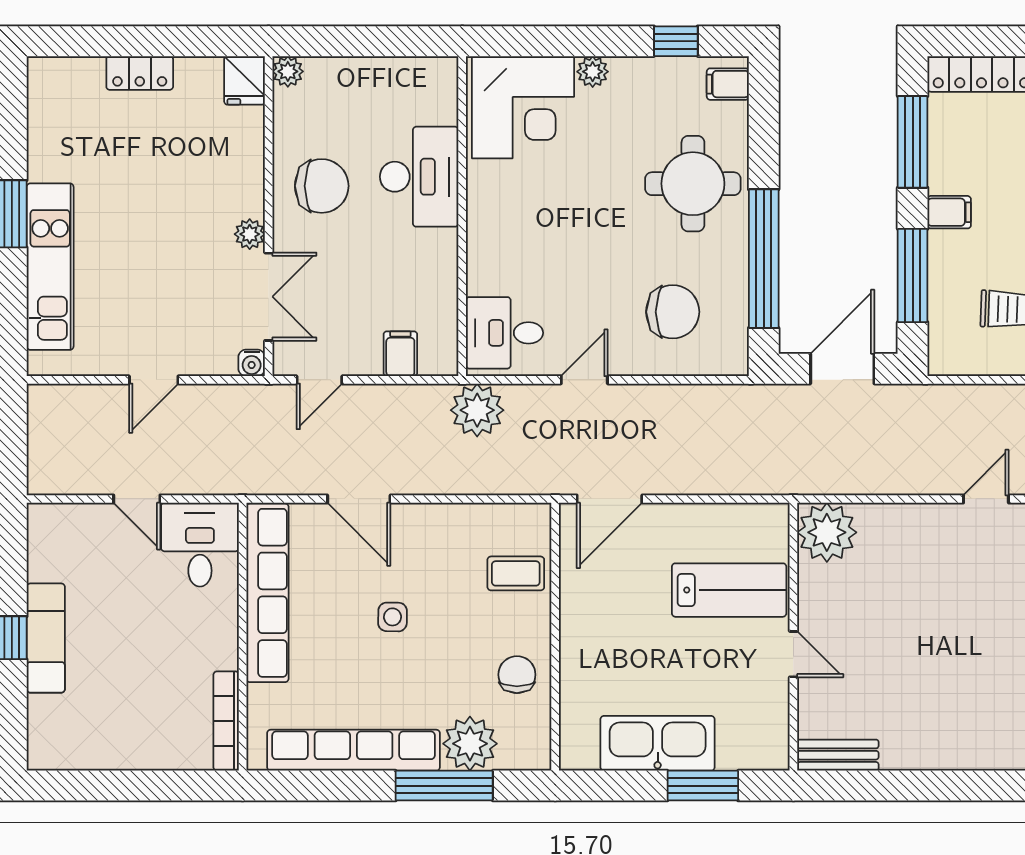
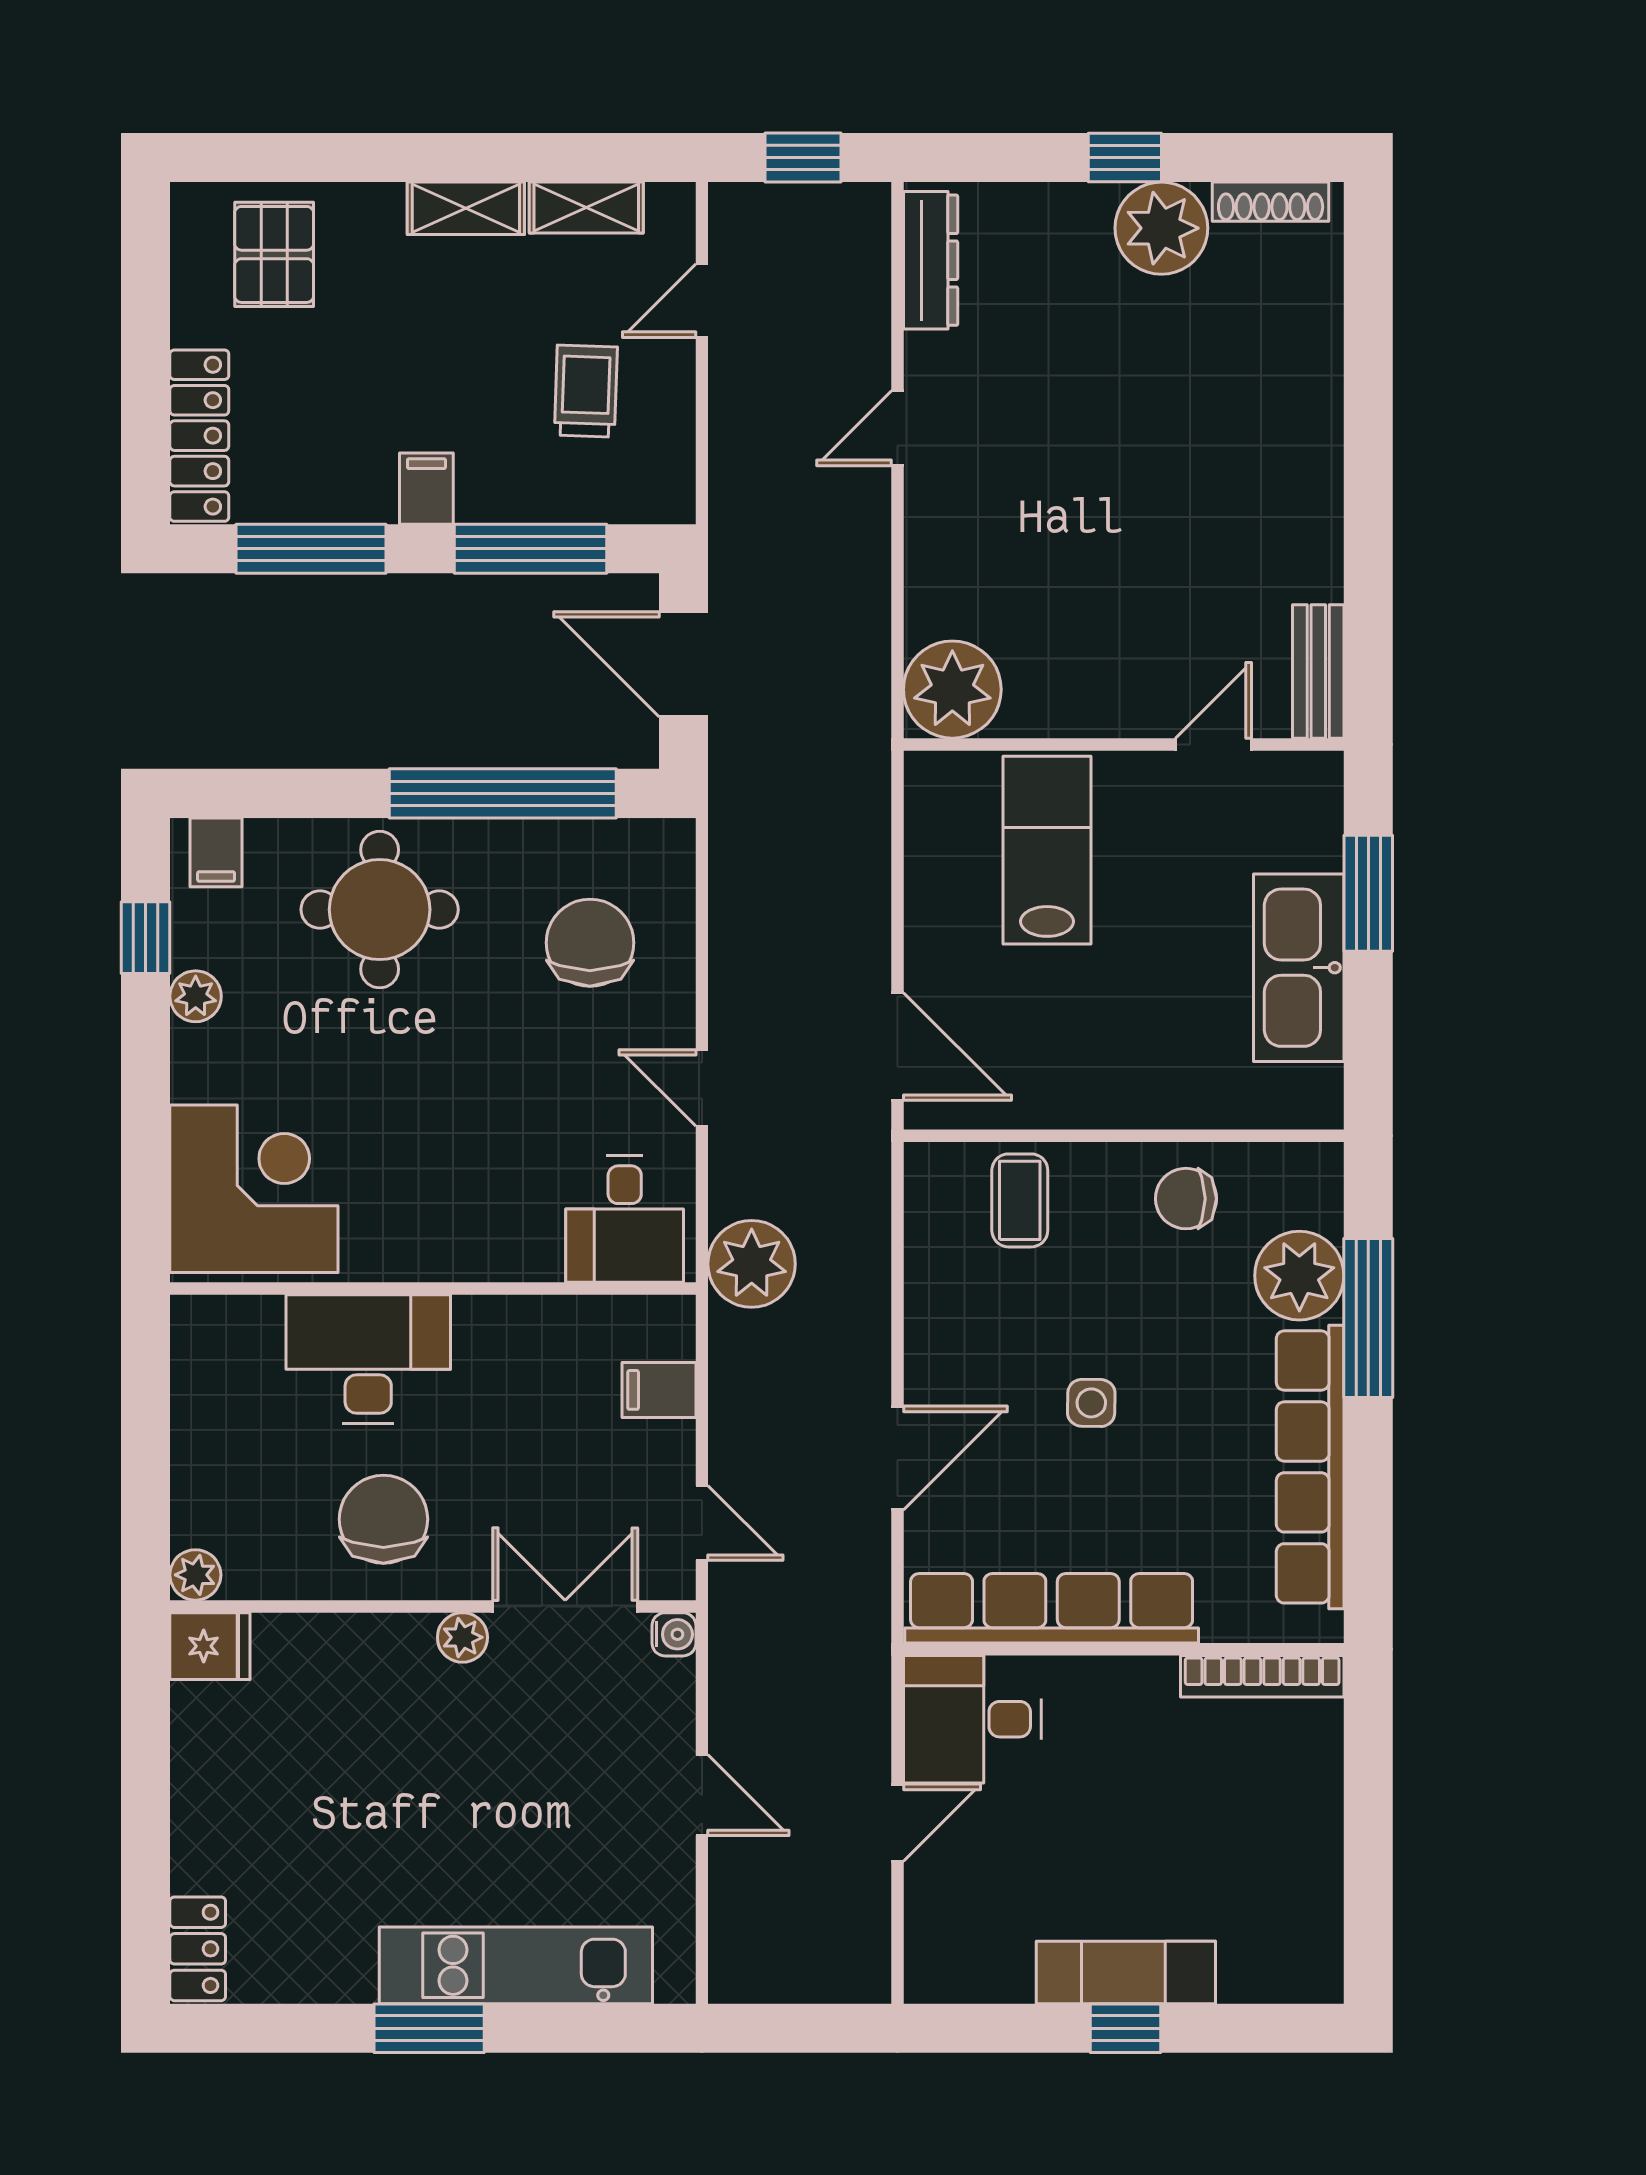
plant: (593, 72) -> (196, 996), moved
locker: (140, 73) -> (198, 1949), moved
door: (986, 499) -> (897, 428), hinge flipped
door: (793, 654) -> (1213, 744), moved

